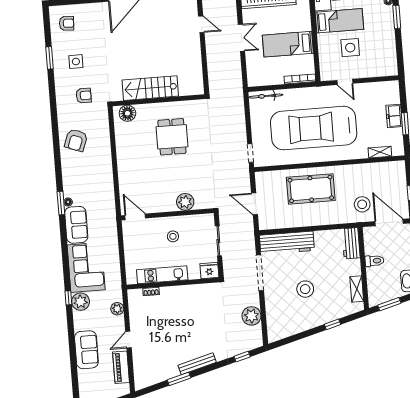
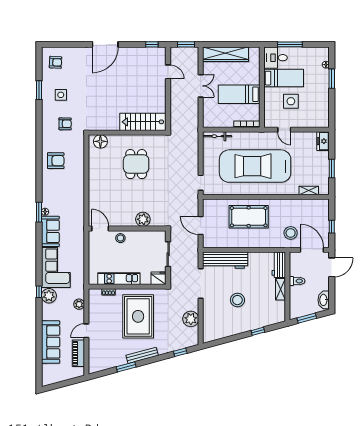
stairs: (150, 88) -> (143, 122), moved
freezer: (394, 116) -> (323, 141), moved
armchair: (76, 140) -> (56, 161), turned -110
stool: (173, 236) -> (120, 238), moved
shelving: (357, 289) -> (280, 289), moved
rug: (189, 318) -> (138, 316), added
sofa: (86, 350) -> (51, 342), width x1.36

